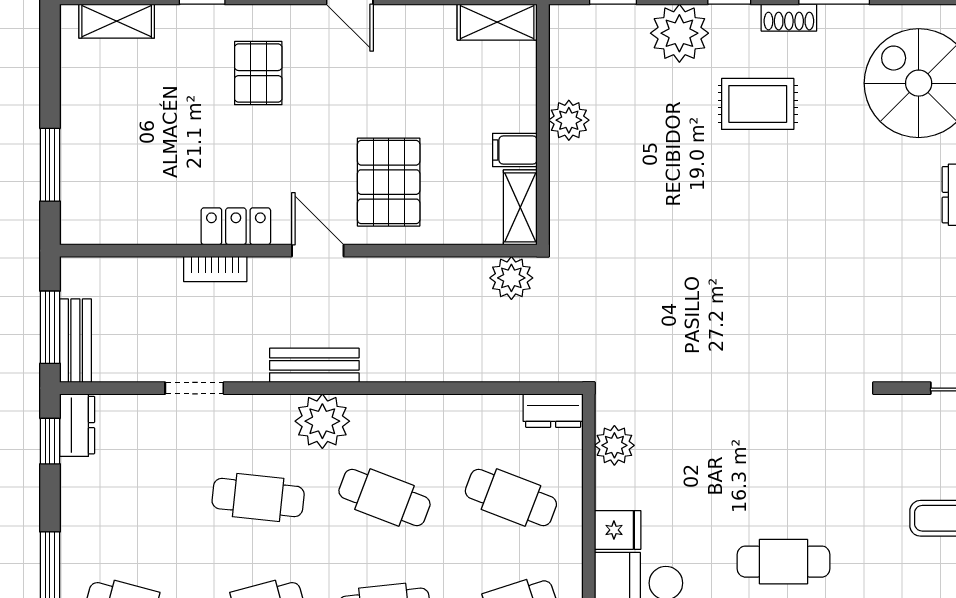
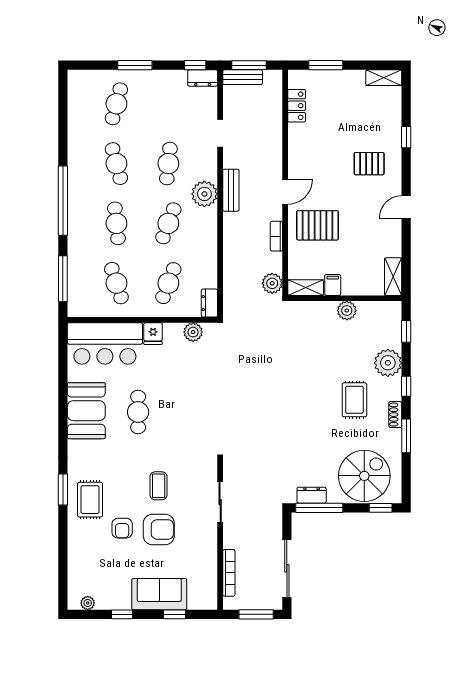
shelving: (117, 21) -> (384, 78), moved, turned 90
locker: (236, 226) -> (297, 106), moved
bookcase: (215, 269) -> (276, 236), moved

